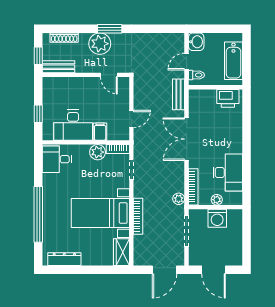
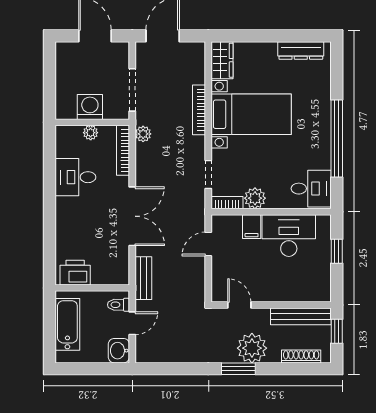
bench: (58, 67) -> (301, 316), width x1.36
desk: (228, 173) -> (75, 177), width x0.73
window: (38, 214) -> (337, 139), moved

